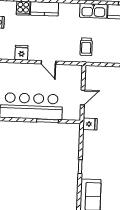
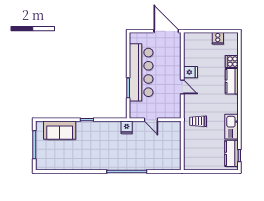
fridge: (21, 53) -> (190, 72), moved
door: (48, 62) -> (182, 87), swing flipped

